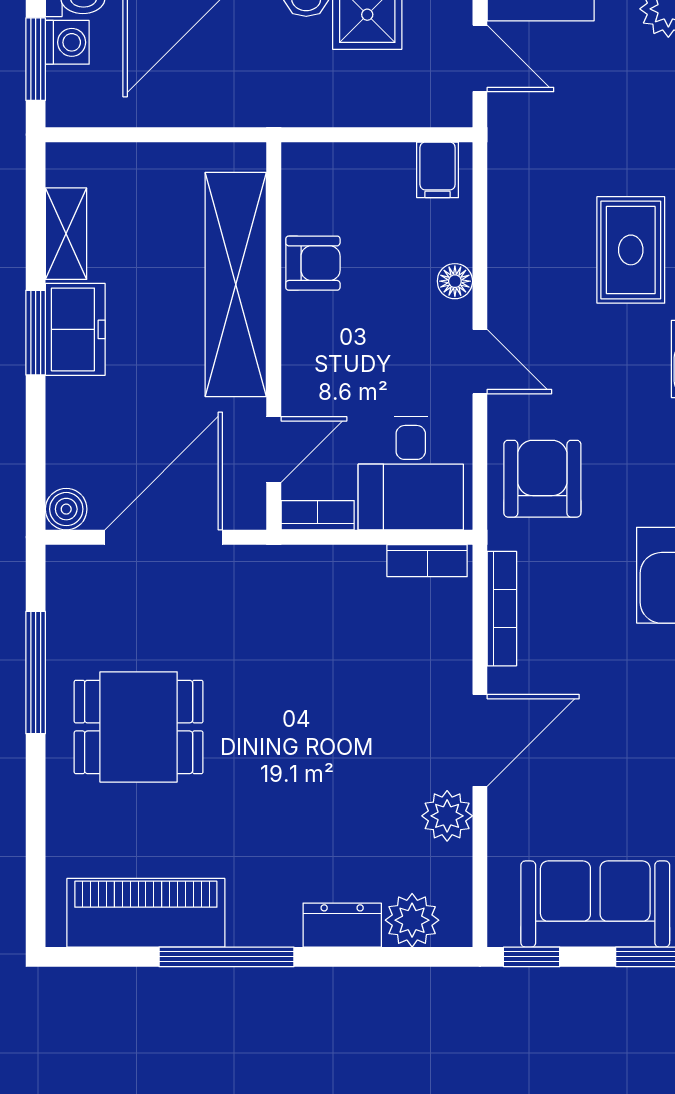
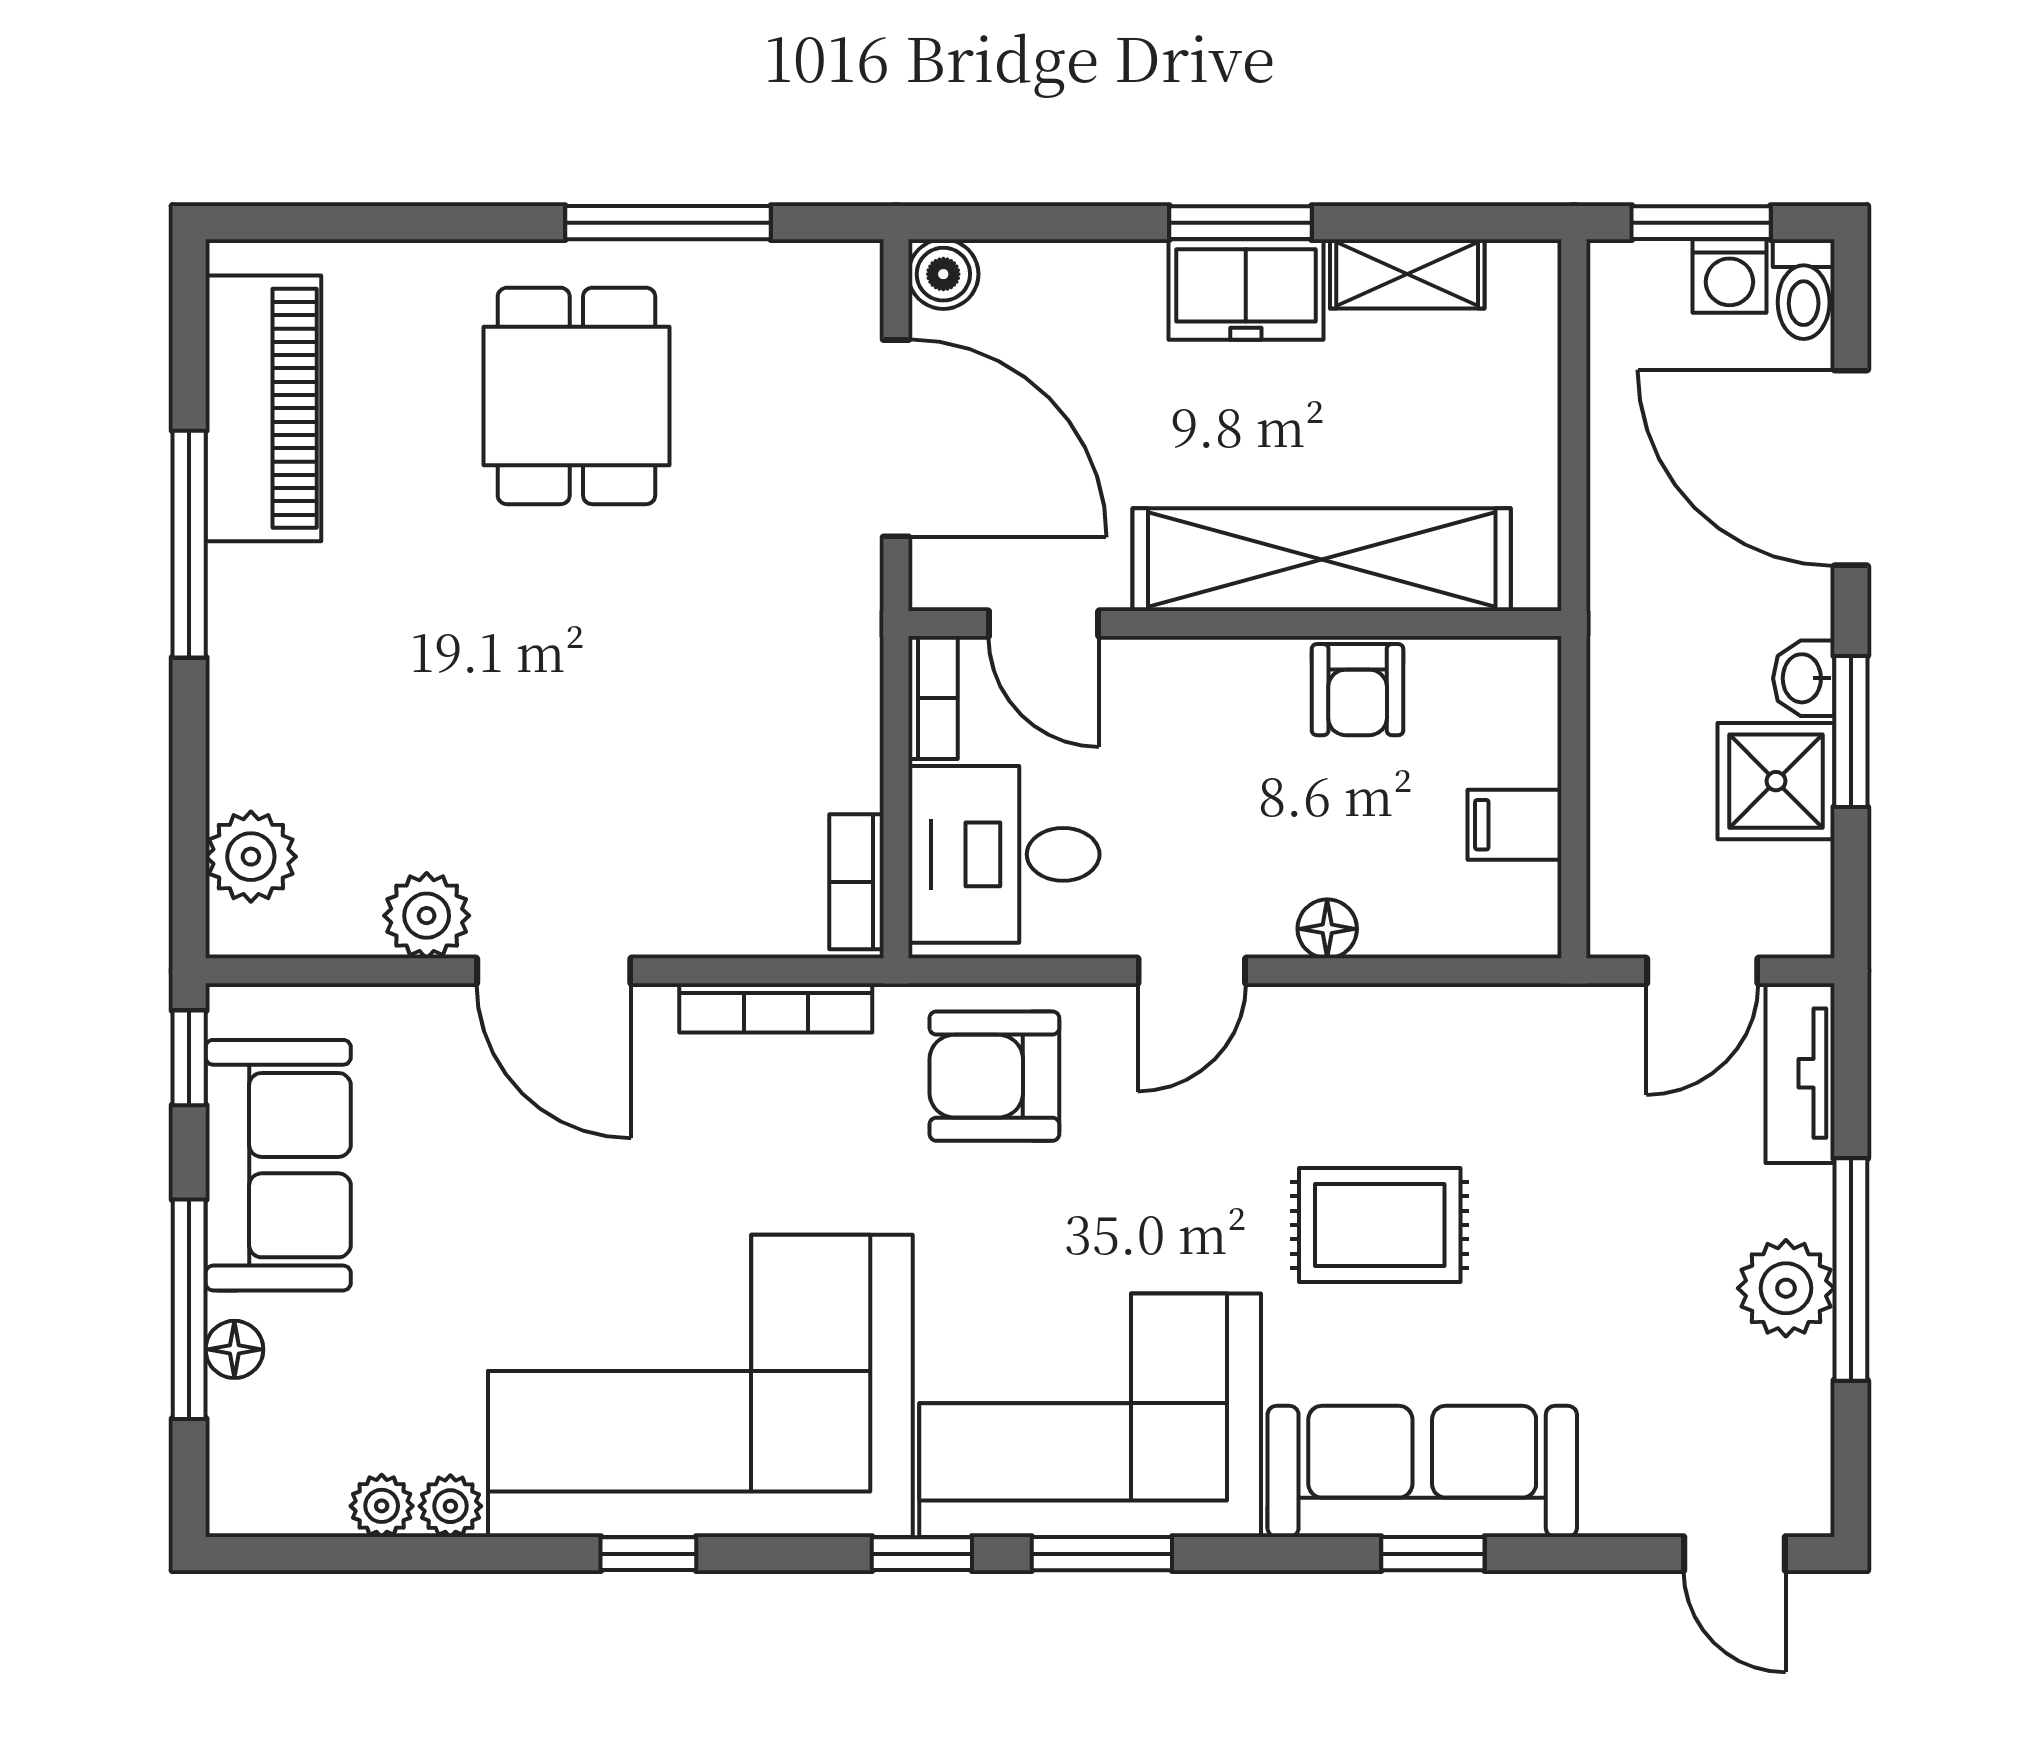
filing cabinet: (438, 170) -> (1515, 825), moved
armchair: (542, 479) -> (994, 1076), turned 180
dresser: (342, 925) -> (243, 739), removed

